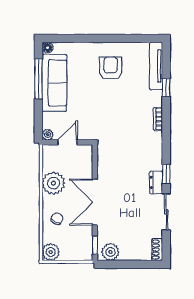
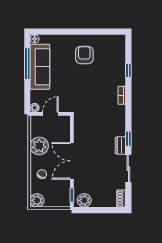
tv unit: (156, 66) -> (120, 53), removed

